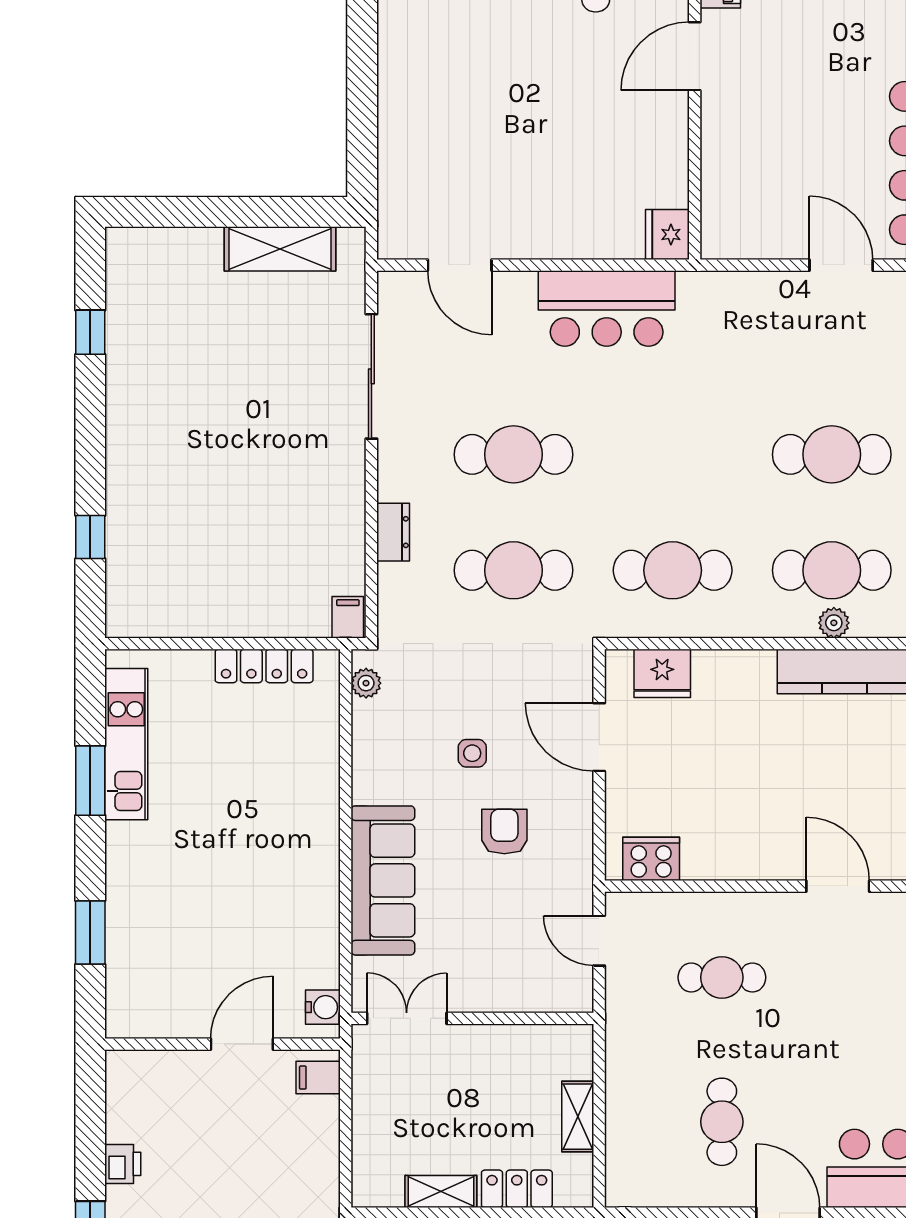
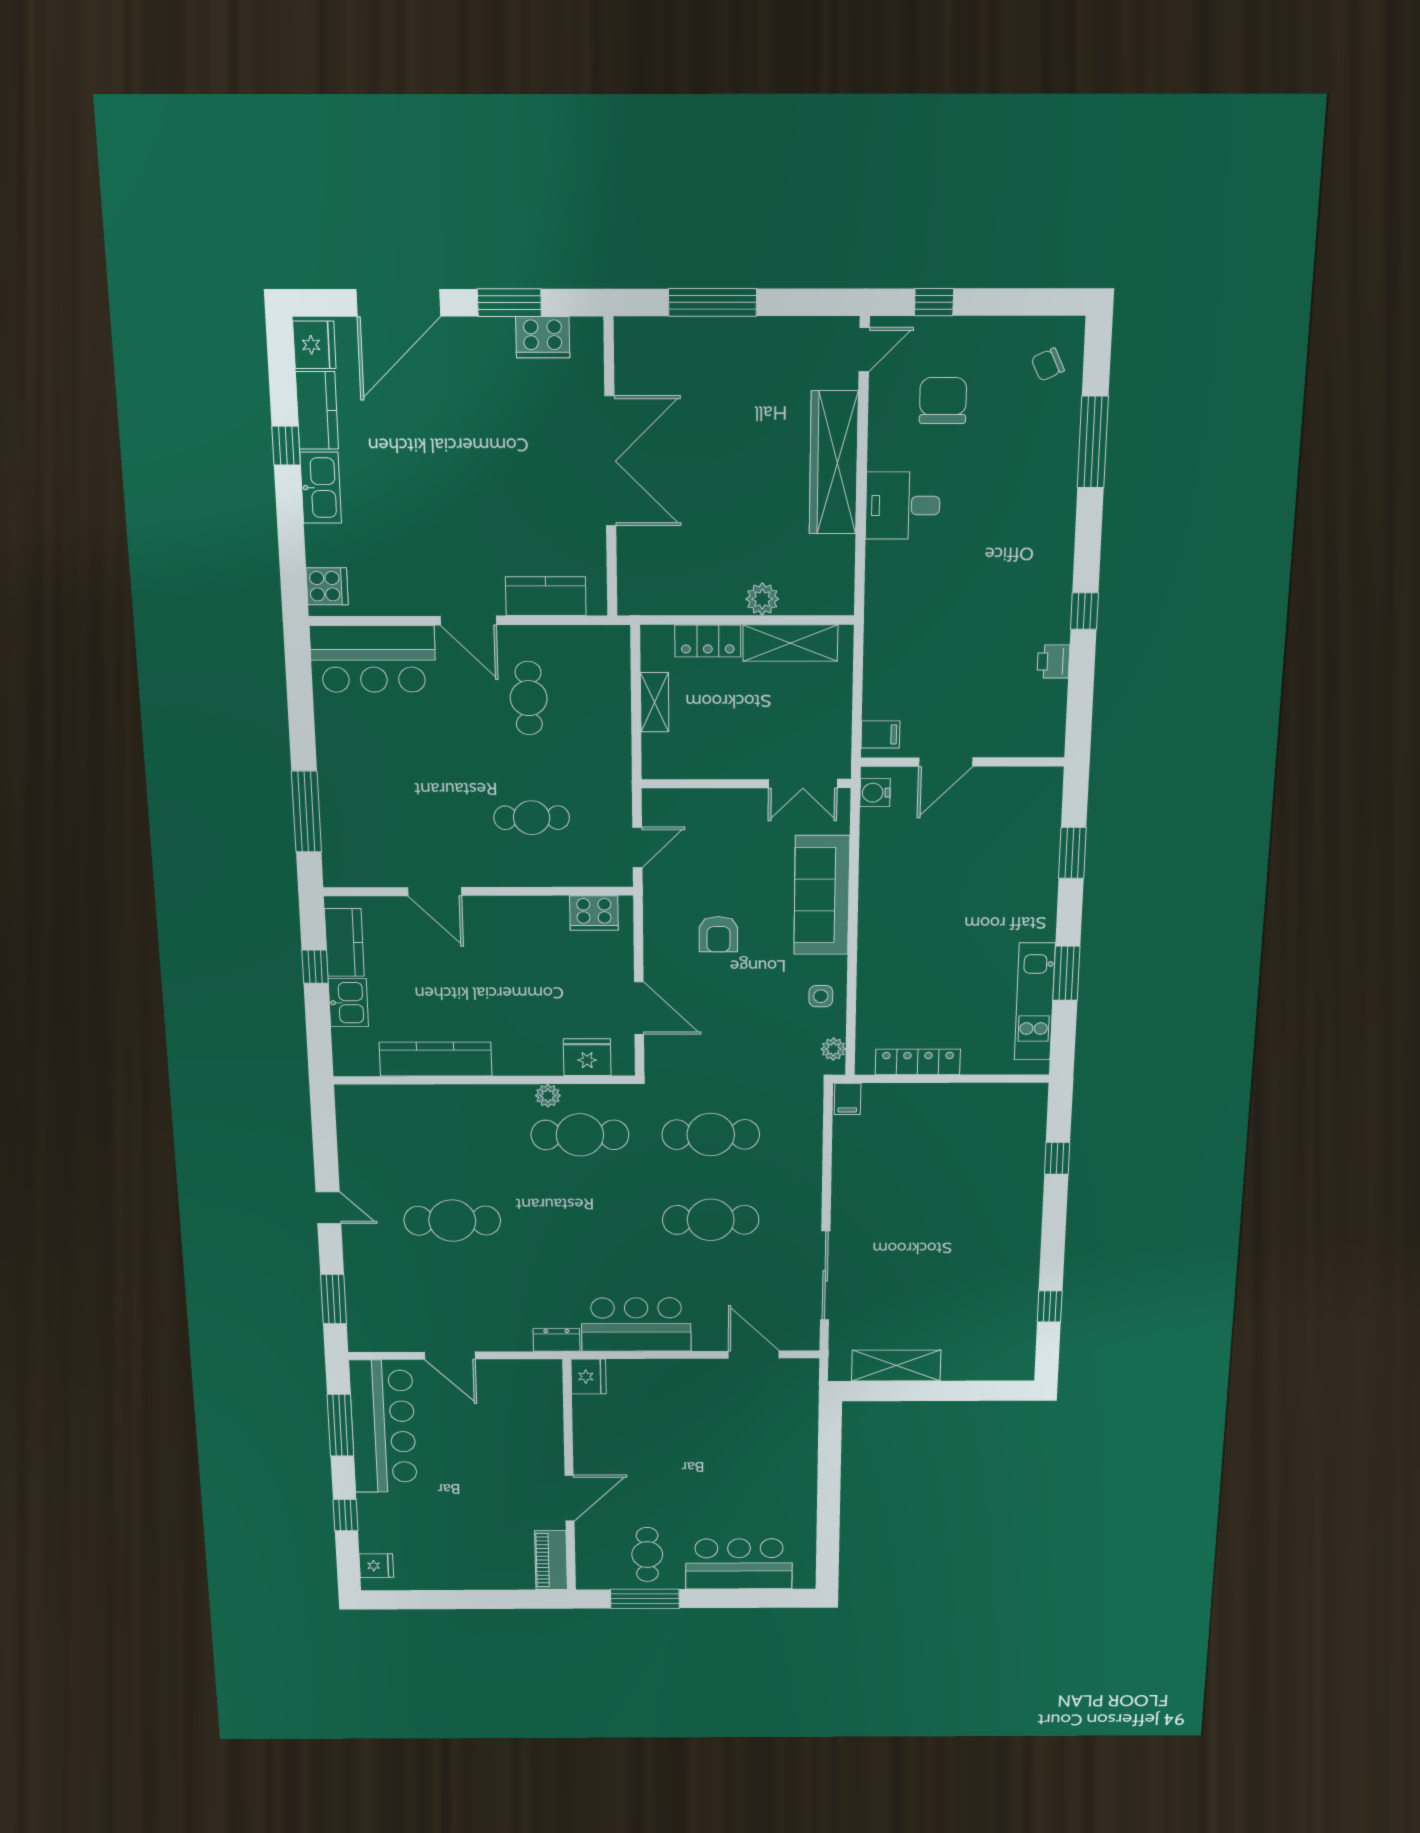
dresser: (393, 532) -> (557, 1340), moved, turned 90
cafe table: (832, 570) -> (449, 1135), removed
plant: (834, 623) -> (548, 1096), moved
side table: (472, 753) -> (821, 996), moved
door: (599, 941) -> (637, 847), hinge flipped
shelving: (441, 1192) -> (790, 643), width x1.50, depth x1.33

